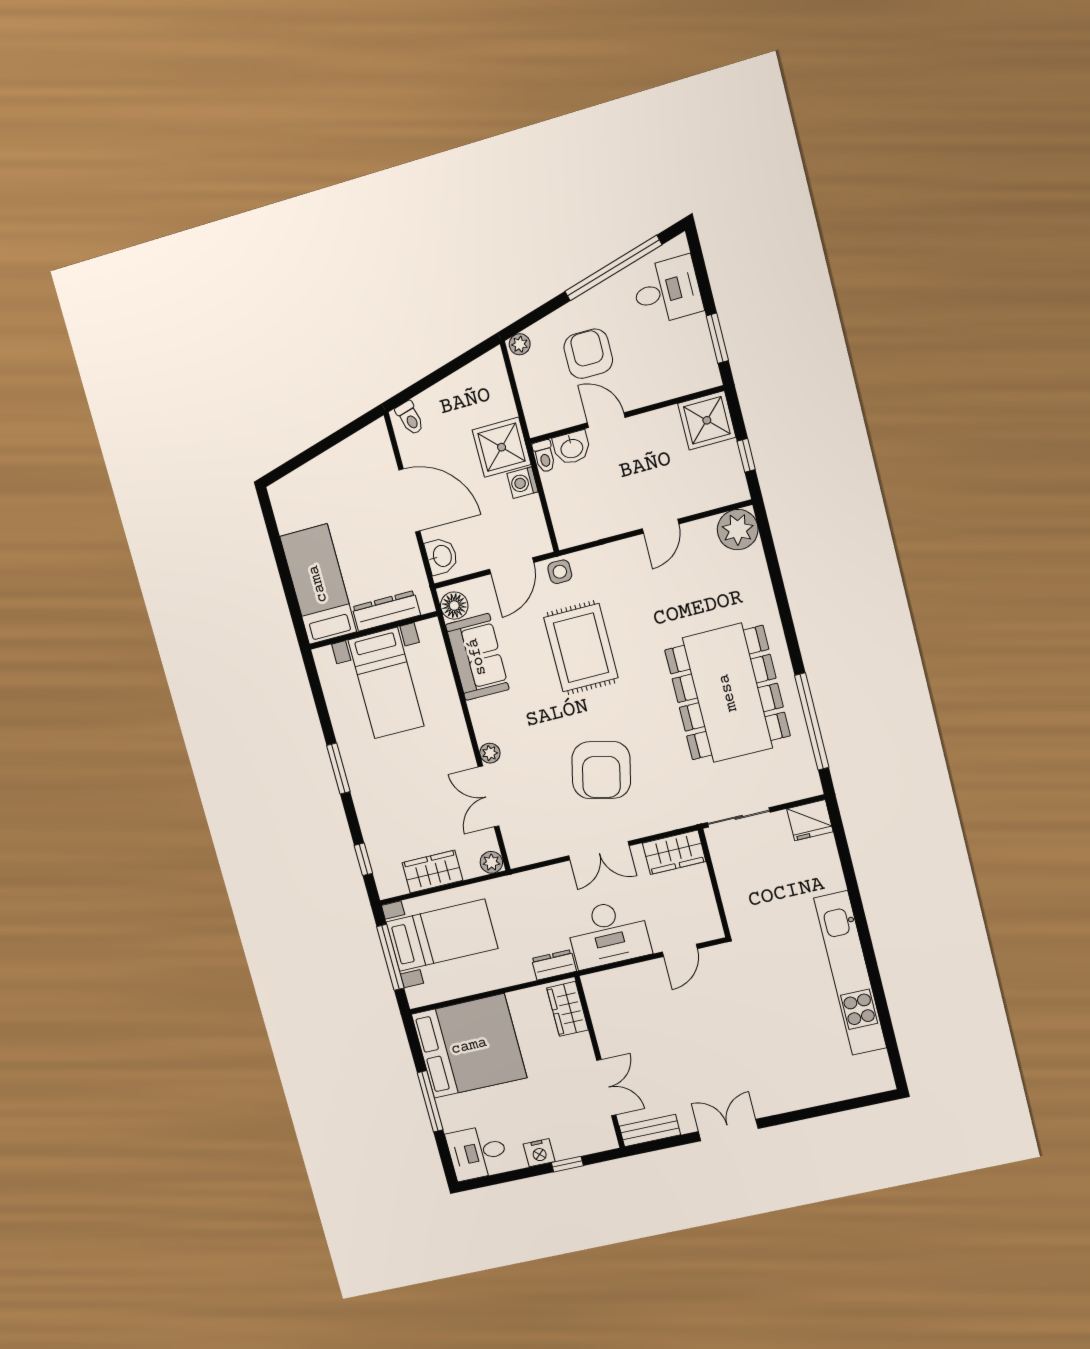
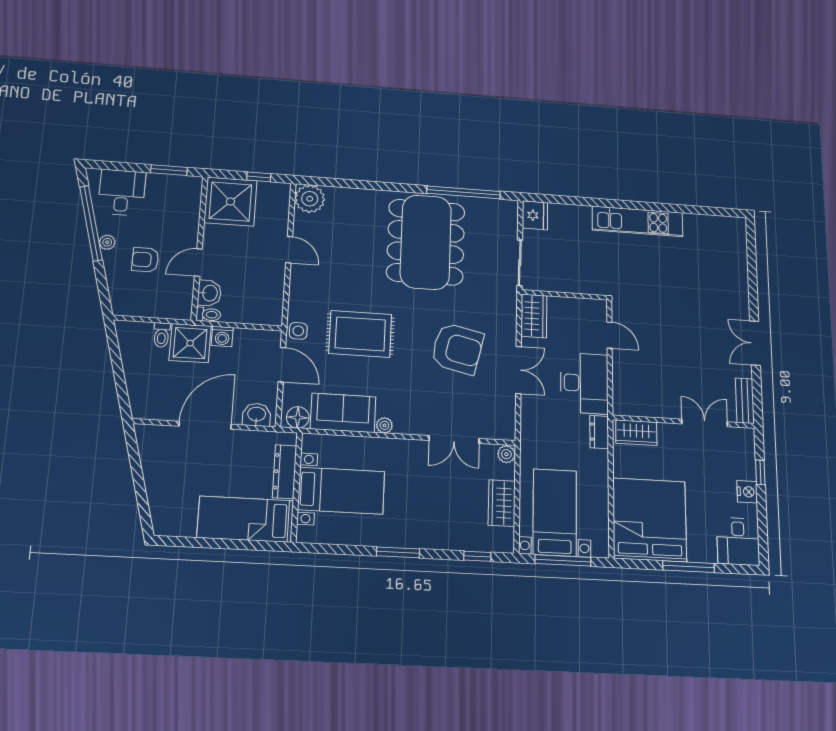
plant: (520, 344) -> (107, 242), moved
armchair: (588, 354) -> (145, 260), width x0.72, depth x0.72
toilet: (410, 418) -> (162, 335), moved, turned 105
shower: (707, 420) -> (230, 202), width x1.37, depth x1.37
dining table: (728, 693) -> (426, 242), turned 90
plant: (490, 753) -> (384, 425), moved
kitchen unit: (850, 973) -> (638, 221), width x0.73

